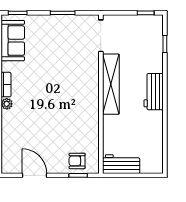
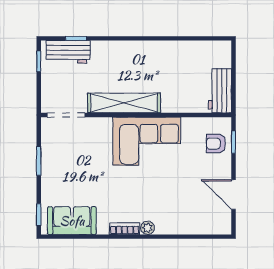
workbench: (154, 92) -> (68, 52), moved
corner sofa: (79, 103) -> (147, 141), added
armchair: (77, 161) -> (216, 144), turned 90
door: (34, 175) -> (233, 195), hinge flipped

